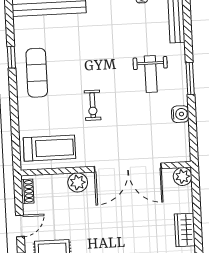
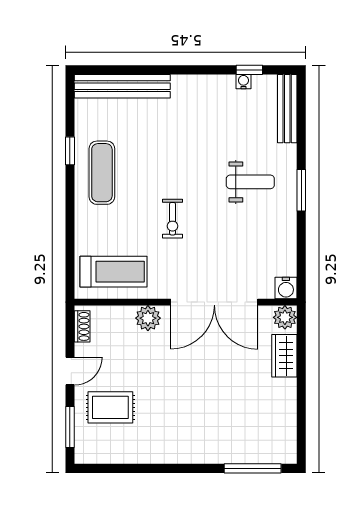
weight bench: (151, 74) -> (250, 182), turned -90
water cooler: (180, 114) -> (286, 288), moved, turned 90
wardrobe: (185, 230) -> (284, 356), moved

